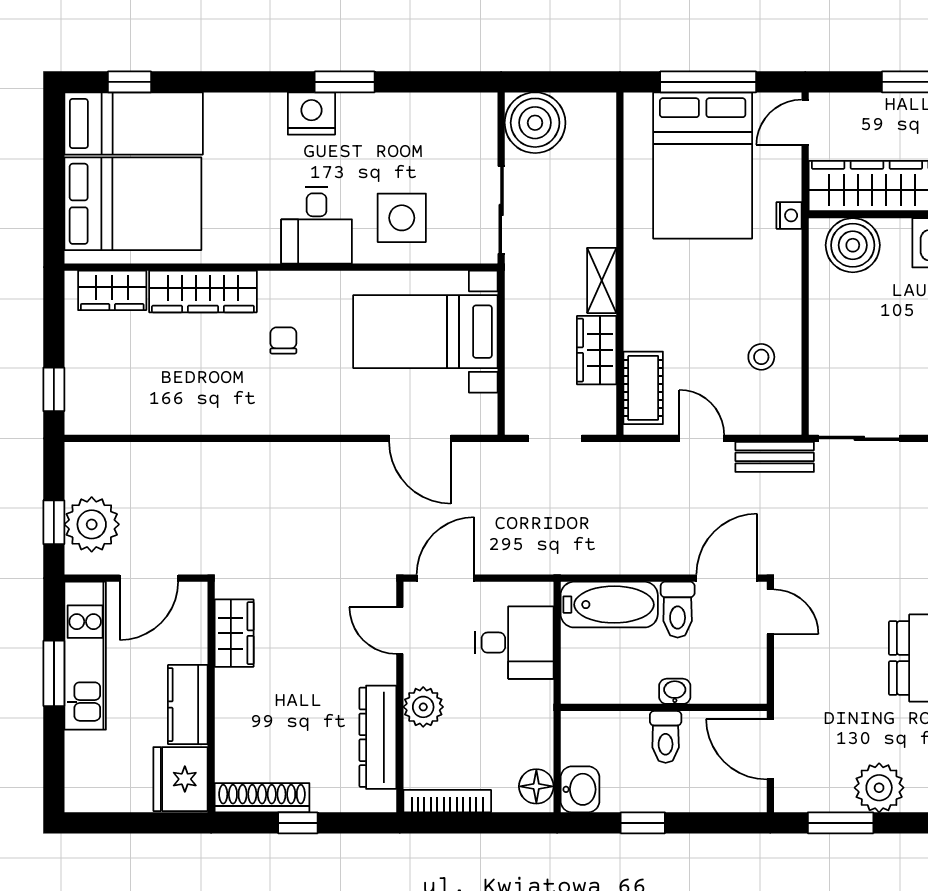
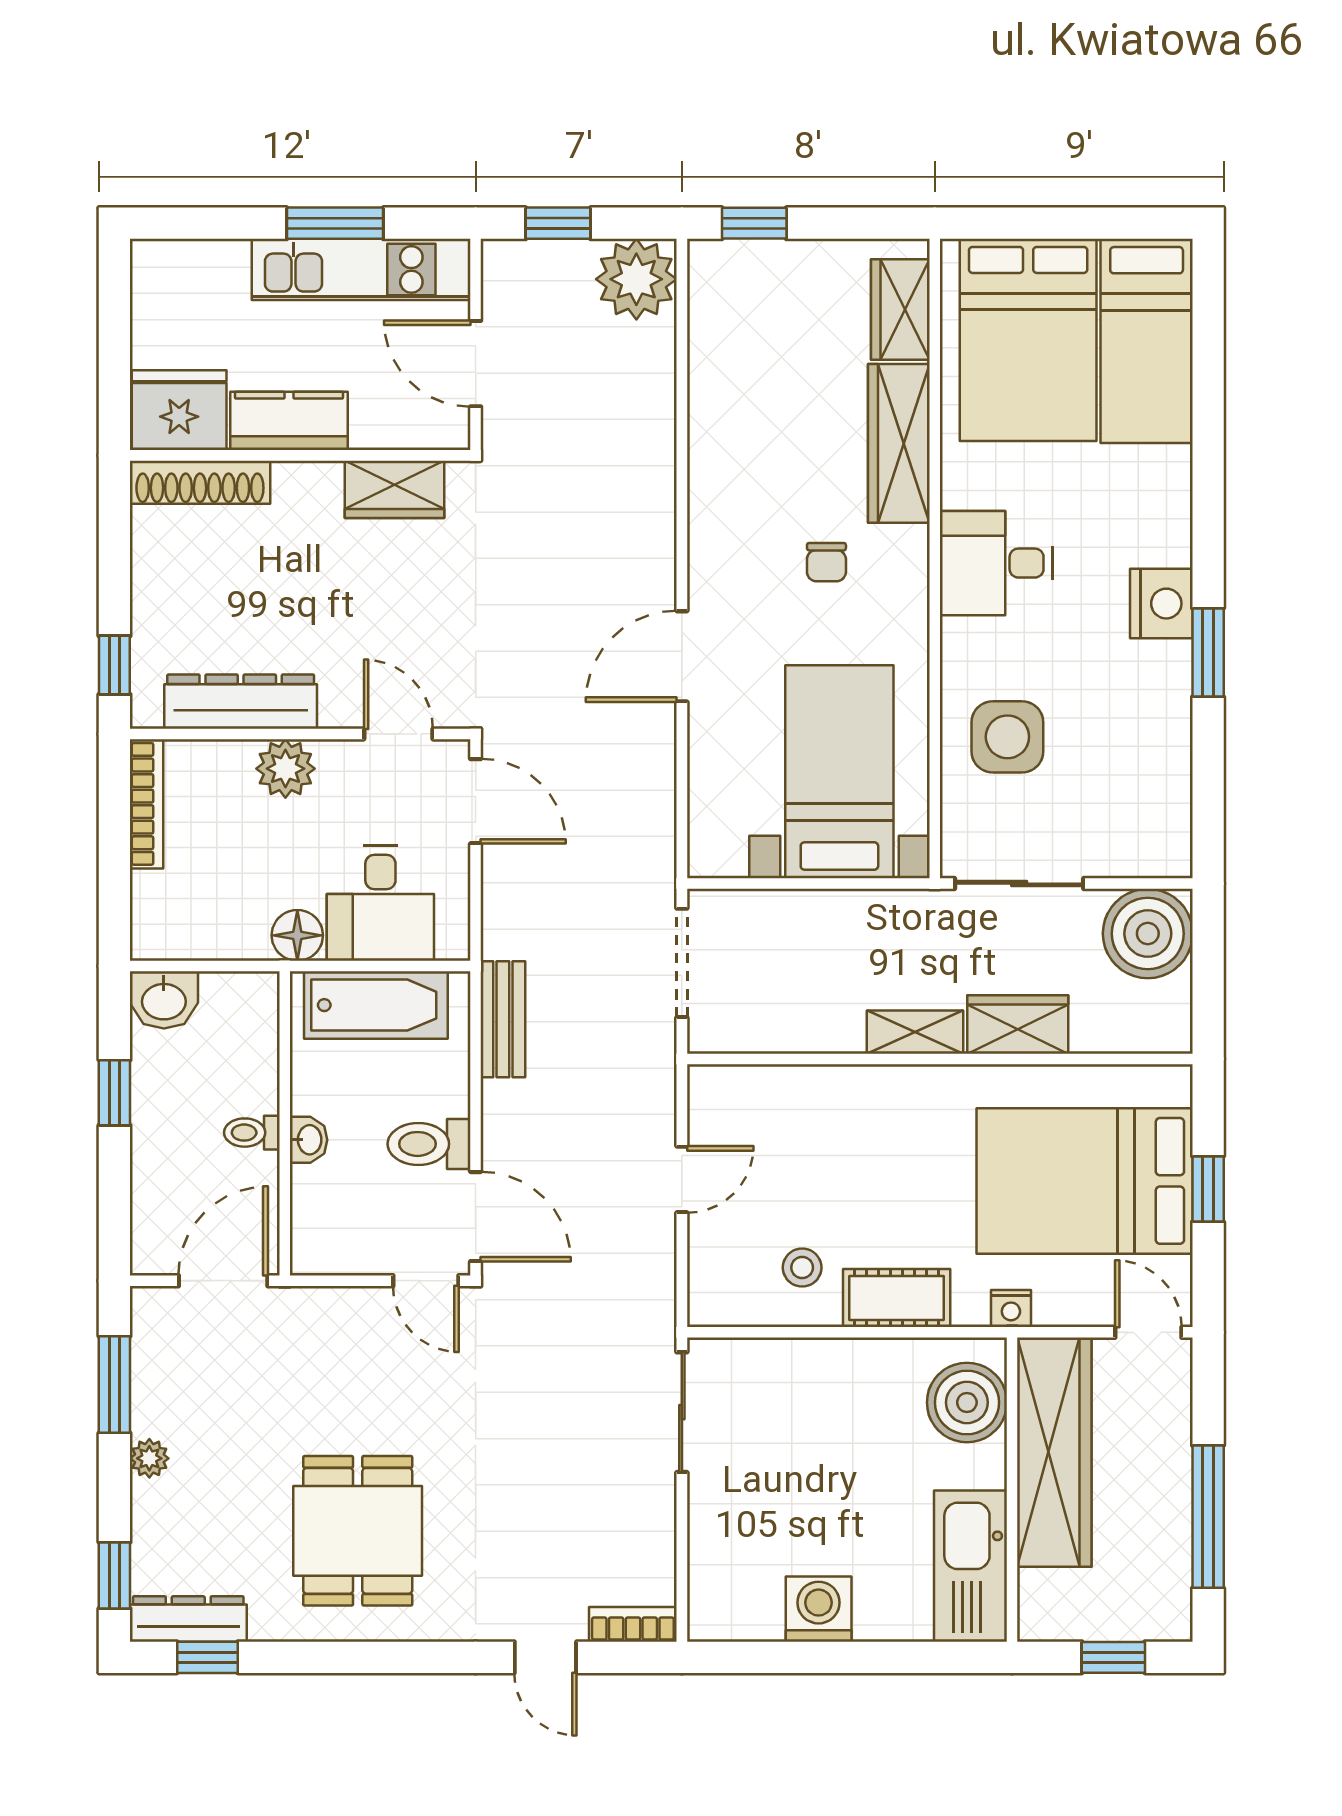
window: (130, 82) -> (1208, 335), removed
window: (708, 82) -> (1208, 1189), width x0.46
desk: (317, 225) -> (996, 563), moved
chair: (283, 340) -> (826, 562), turned 90
wardrobe: (597, 350) -> (1018, 1024), moved
cot: (643, 388) -> (897, 1298), moved
door: (420, 438) -> (682, 656), moved
doorway: (555, 438) -> (682, 963), width x1.38
bench: (775, 457) -> (503, 1019), moved
plant: (92, 524) -> (636, 279), moved
bathtub: (609, 605) -> (376, 1005), moved, turned -90
door: (770, 612) -> (426, 1281), hinge flipped
door: (400, 630) -> (398, 734), hinge flipped
toilet: (666, 737) -> (252, 1133), width x0.73, depth x0.72
floor lamp: (536, 786) -> (297, 935), moved
plant: (879, 788) -> (149, 1458), width x0.53, depth x0.53
shoe rack: (262, 798) -> (200, 482), moved, turned 90
window: (298, 823) -> (114, 665), moved

